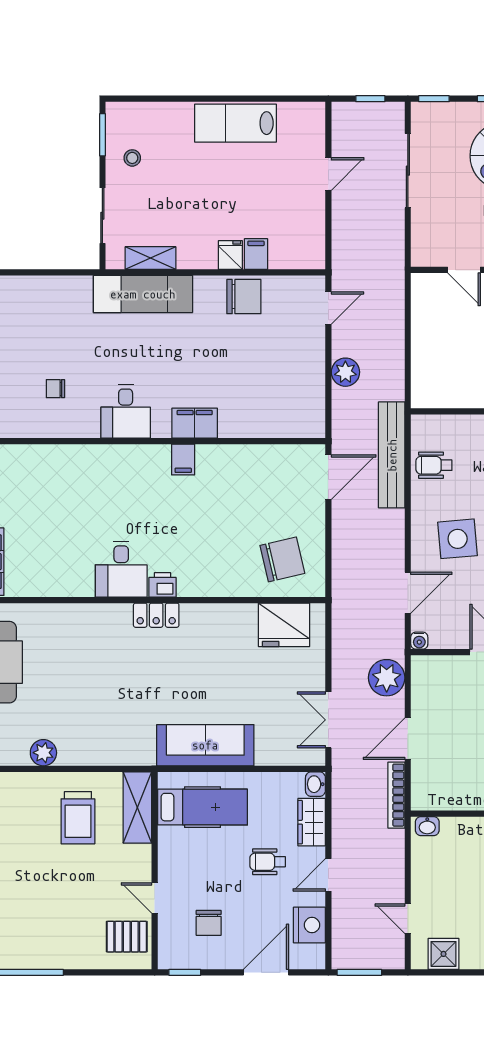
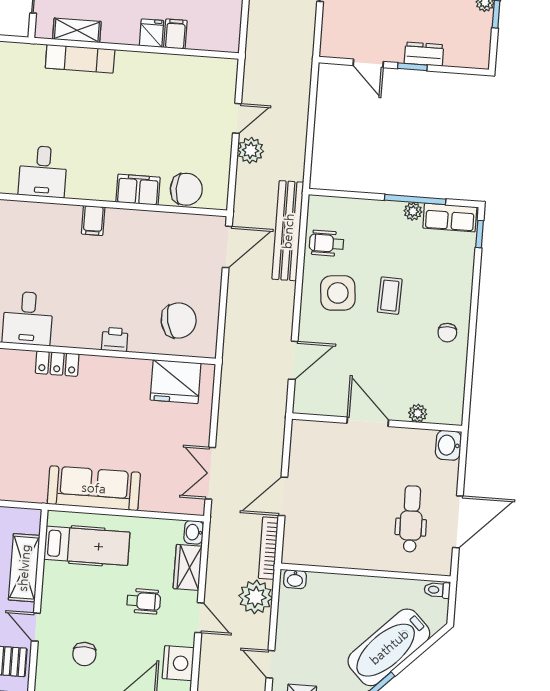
exam couch: (143, 294) -> (80, 59), width x0.73, depth x0.69
chair: (244, 297) -> (186, 189), moved
door: (328, 308) -> (237, 118), moved
filing cabinet: (195, 423) -> (138, 190), moved
side table: (458, 539) -> (338, 293), moved
printer: (163, 585) -> (115, 339), moved
water cooler: (419, 641) -> (301, 406), removed
plant: (387, 678) -> (256, 597), moved
shelving: (137, 807) -> (24, 568), moved
wheelchair: (268, 862) -> (144, 601), turned 180
door: (328, 875) -> (199, 618), swing flipped

